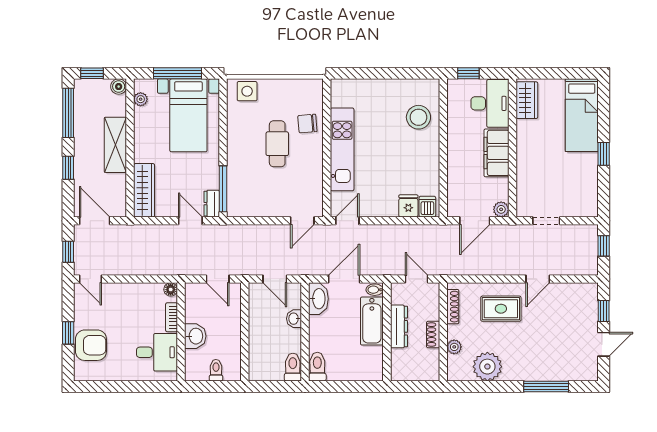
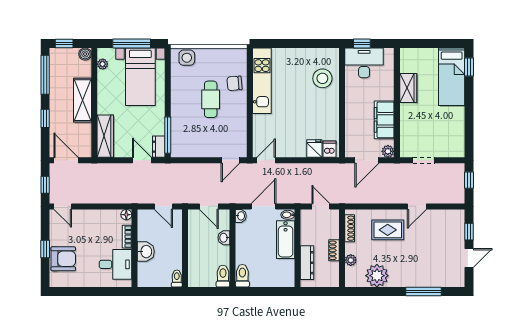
wardrobe: (527, 100) -> (408, 88), moved
desk: (490, 103) -> (364, 63), moved, turned -90
kitchen unit: (342, 149) -> (262, 81), moved
filing cabinet: (496, 153) -> (384, 120), moved
window: (604, 154) -> (469, 67), moved
washbasin: (318, 299) -> (241, 216), width x0.52, depth x0.69
dresser: (399, 326) -> (307, 263), moved
toilet: (216, 370) -> (177, 279), moved

